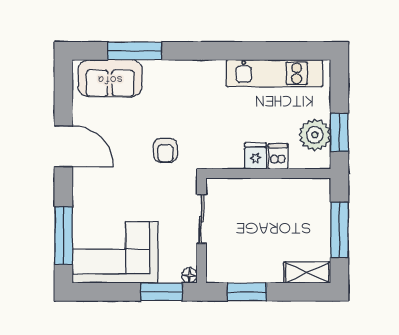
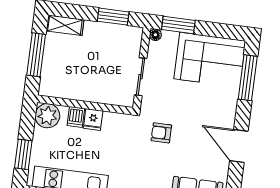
window: (339, 132) -> (23, 154), moved
plant: (315, 135) -> (47, 116), moved
armchair: (165, 150) -> (161, 133), turned -90

